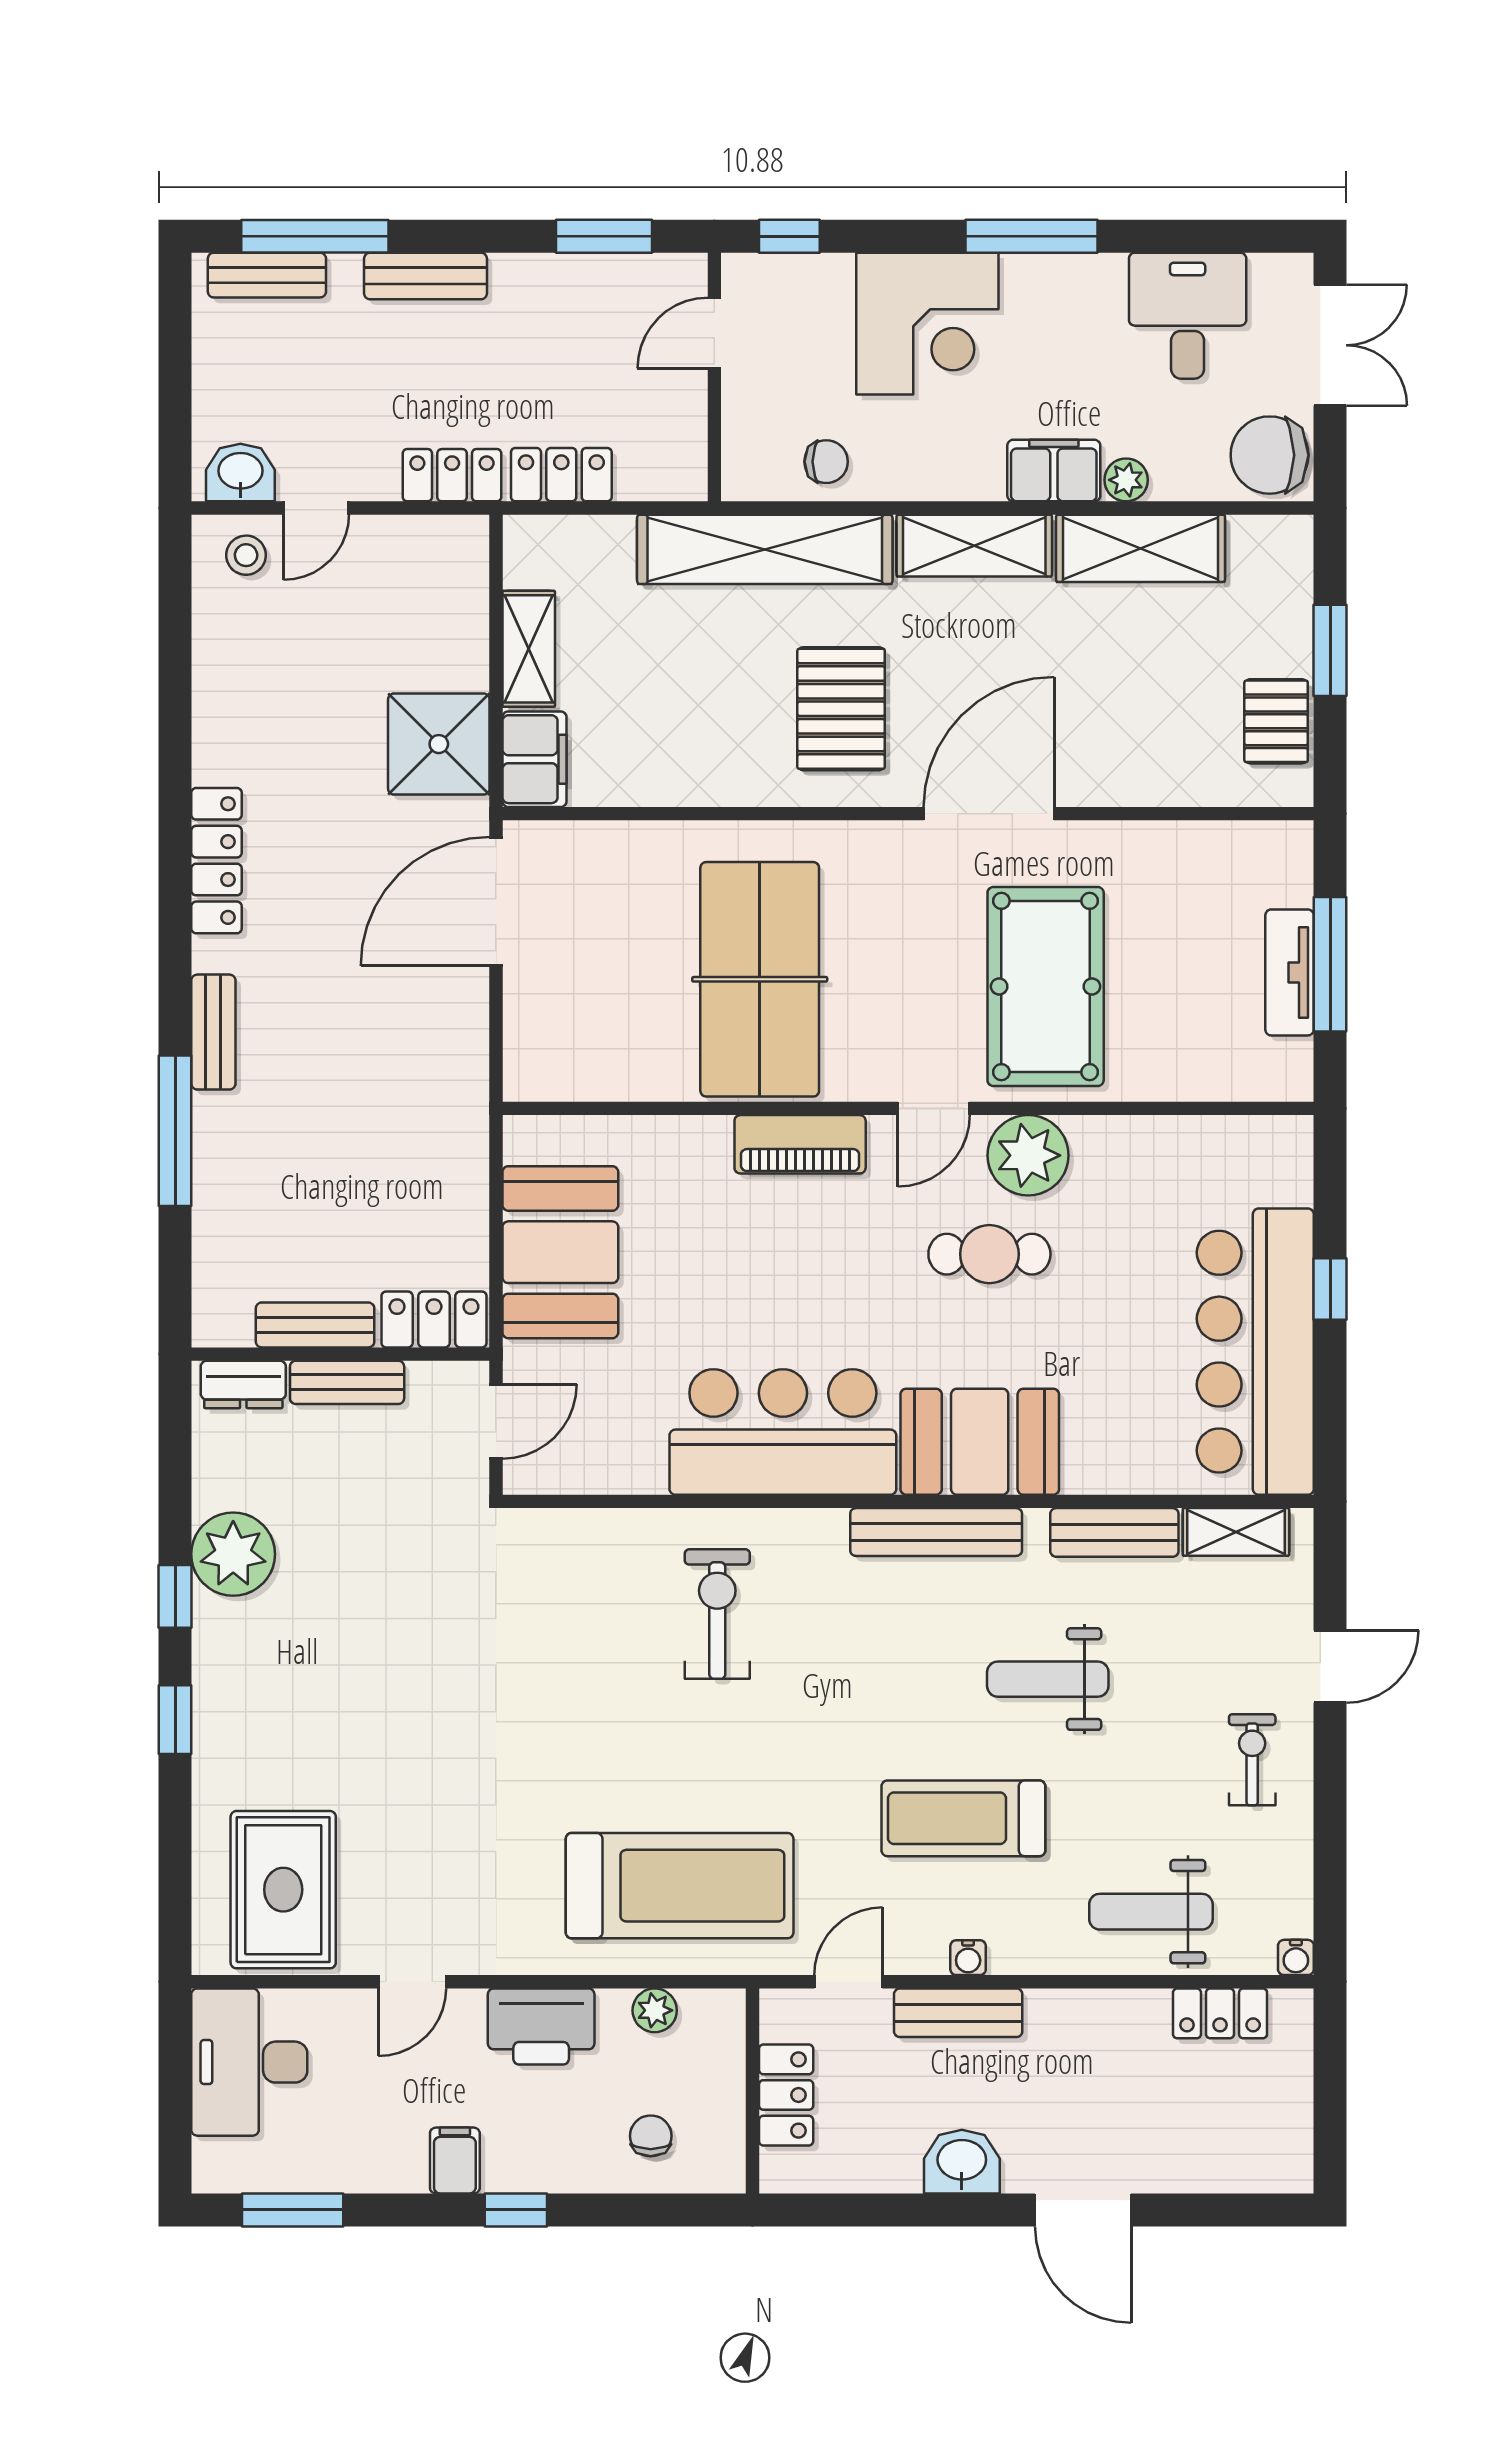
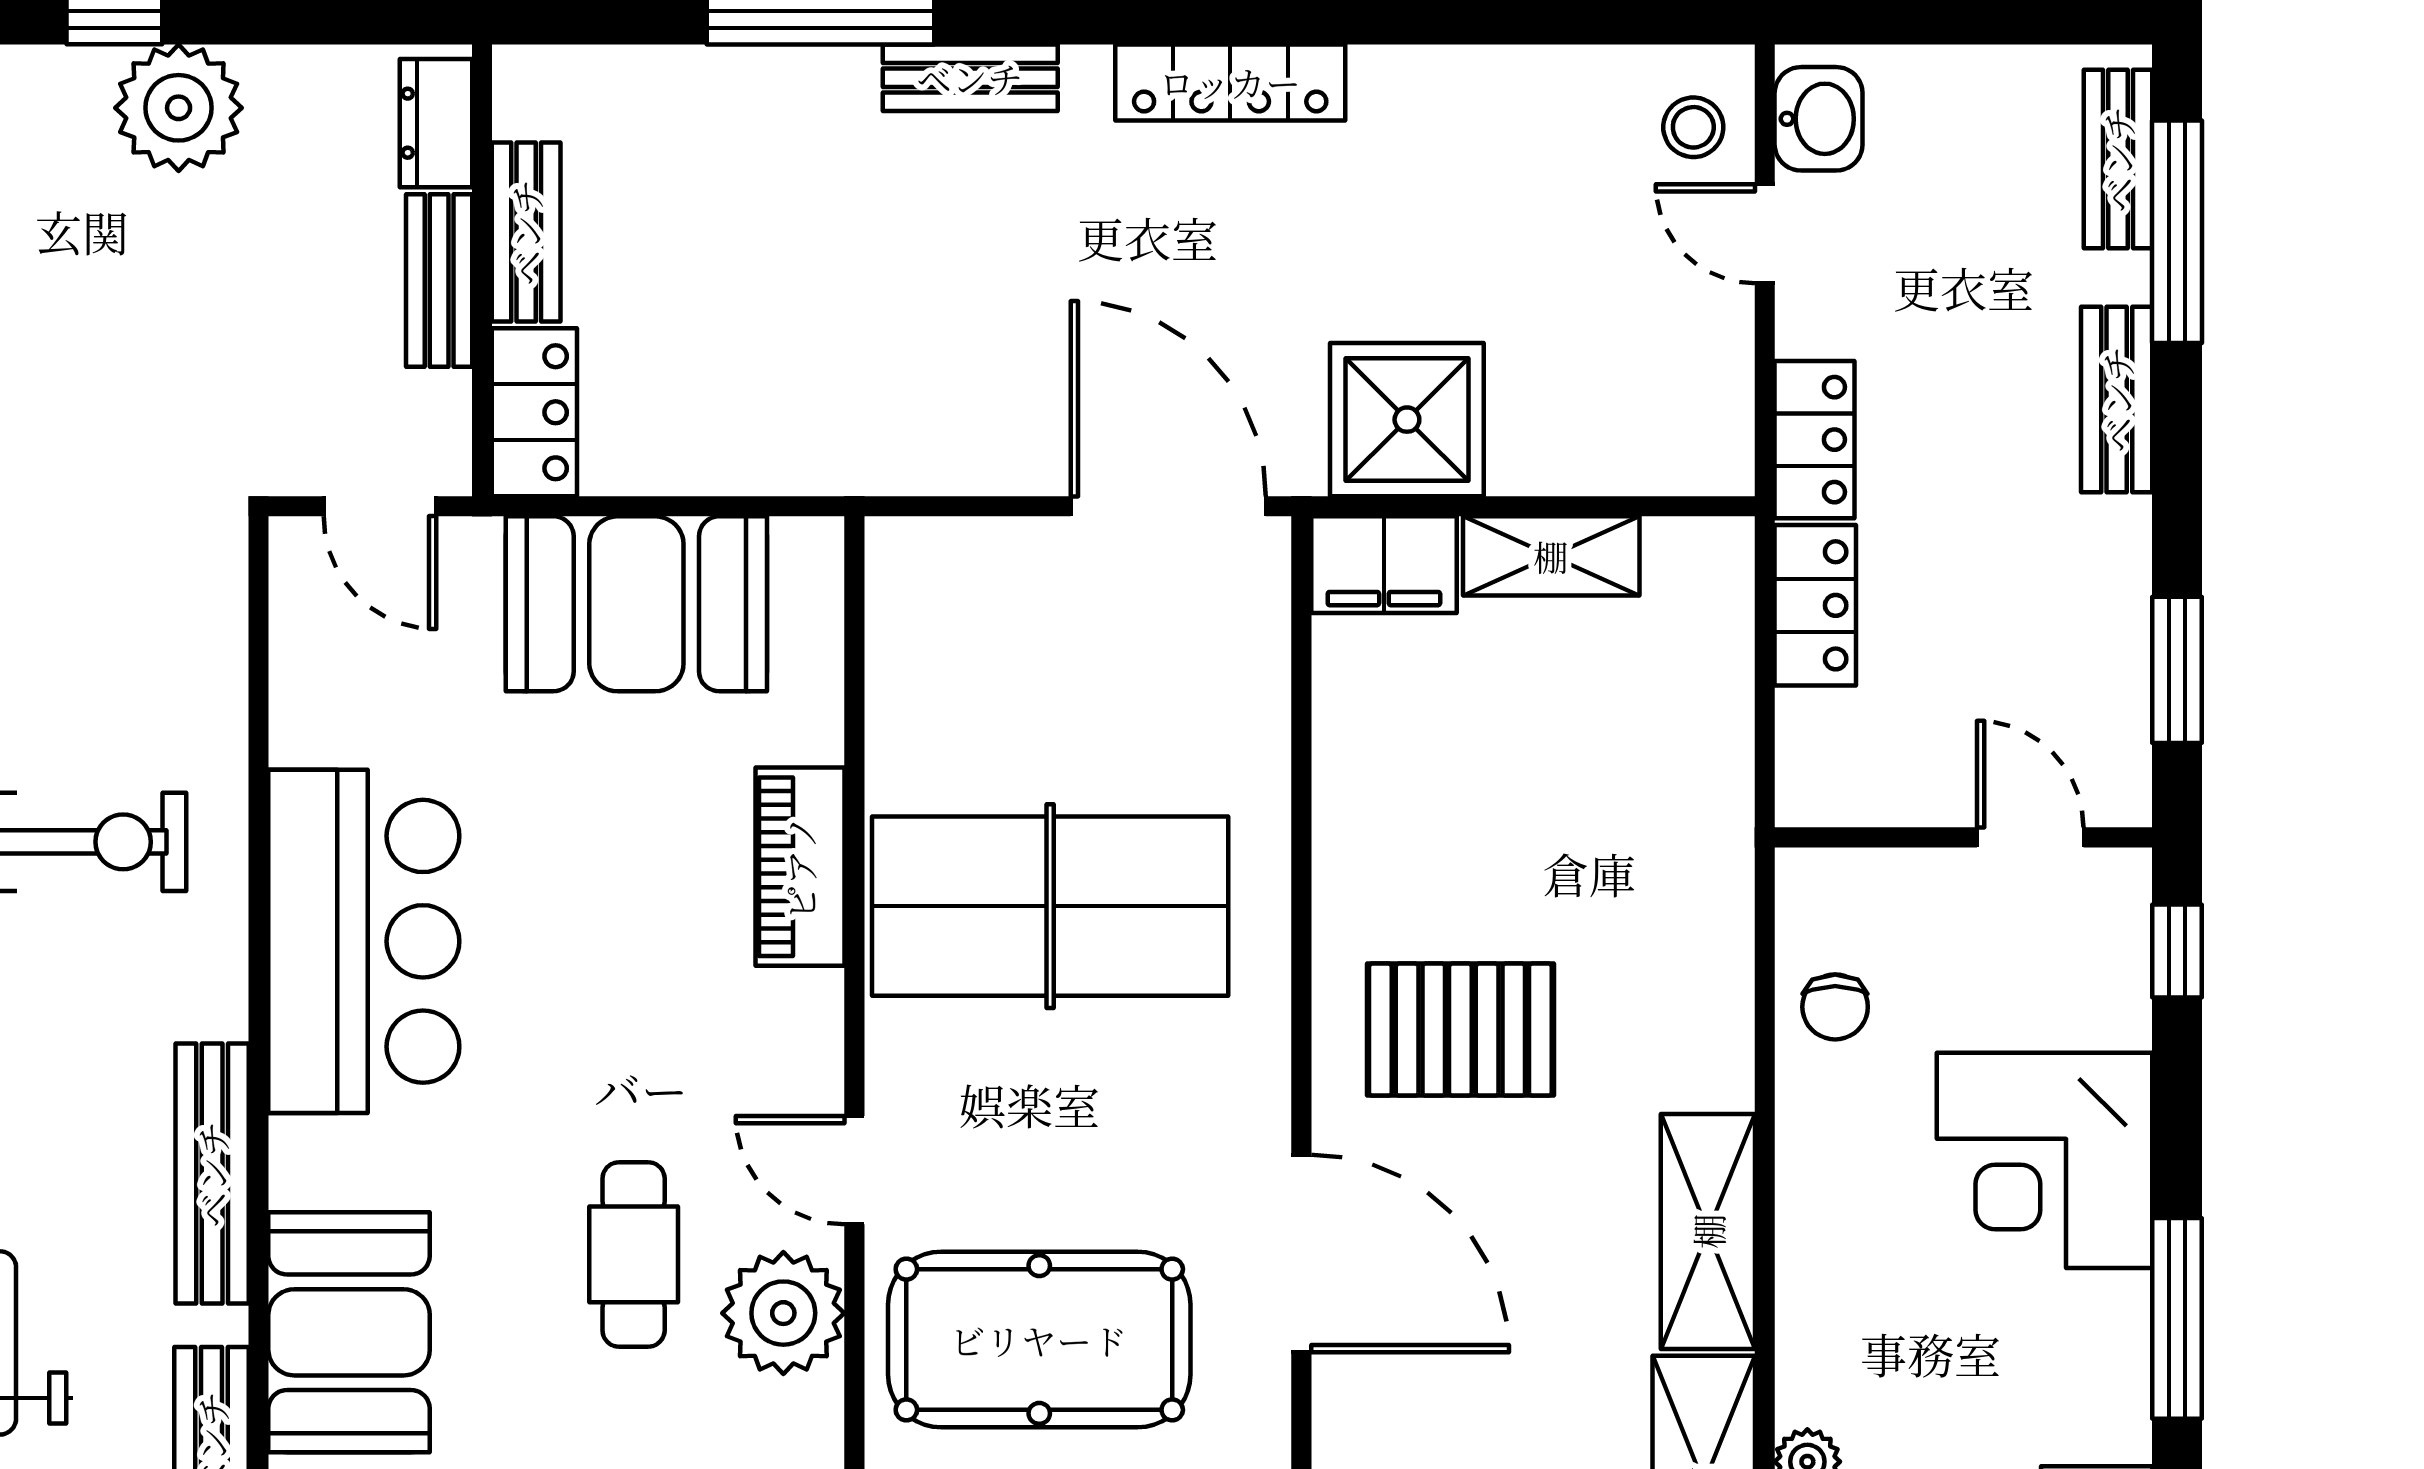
filing cabinet: (1054, 471) -> (1822, 1352), removed
shelving: (765, 549) -> (1702, 914), removed
piano: (800, 1144) -> (800, 867), moved
booth: (980, 1442) -> (349, 1332), moved

